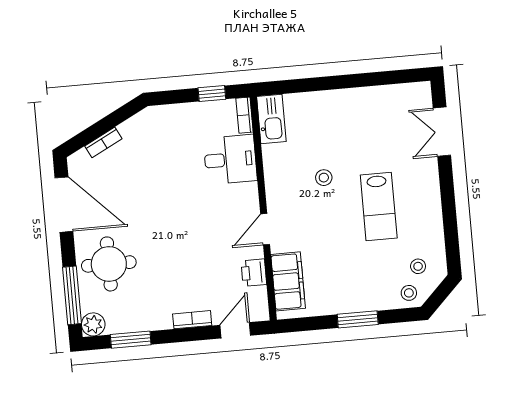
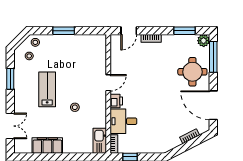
window: (450, 220) -> (10, 79), added
printer: (254, 273) -> (116, 101), moved
filing cabinet: (288, 281) -> (47, 146), moved, turned 90

